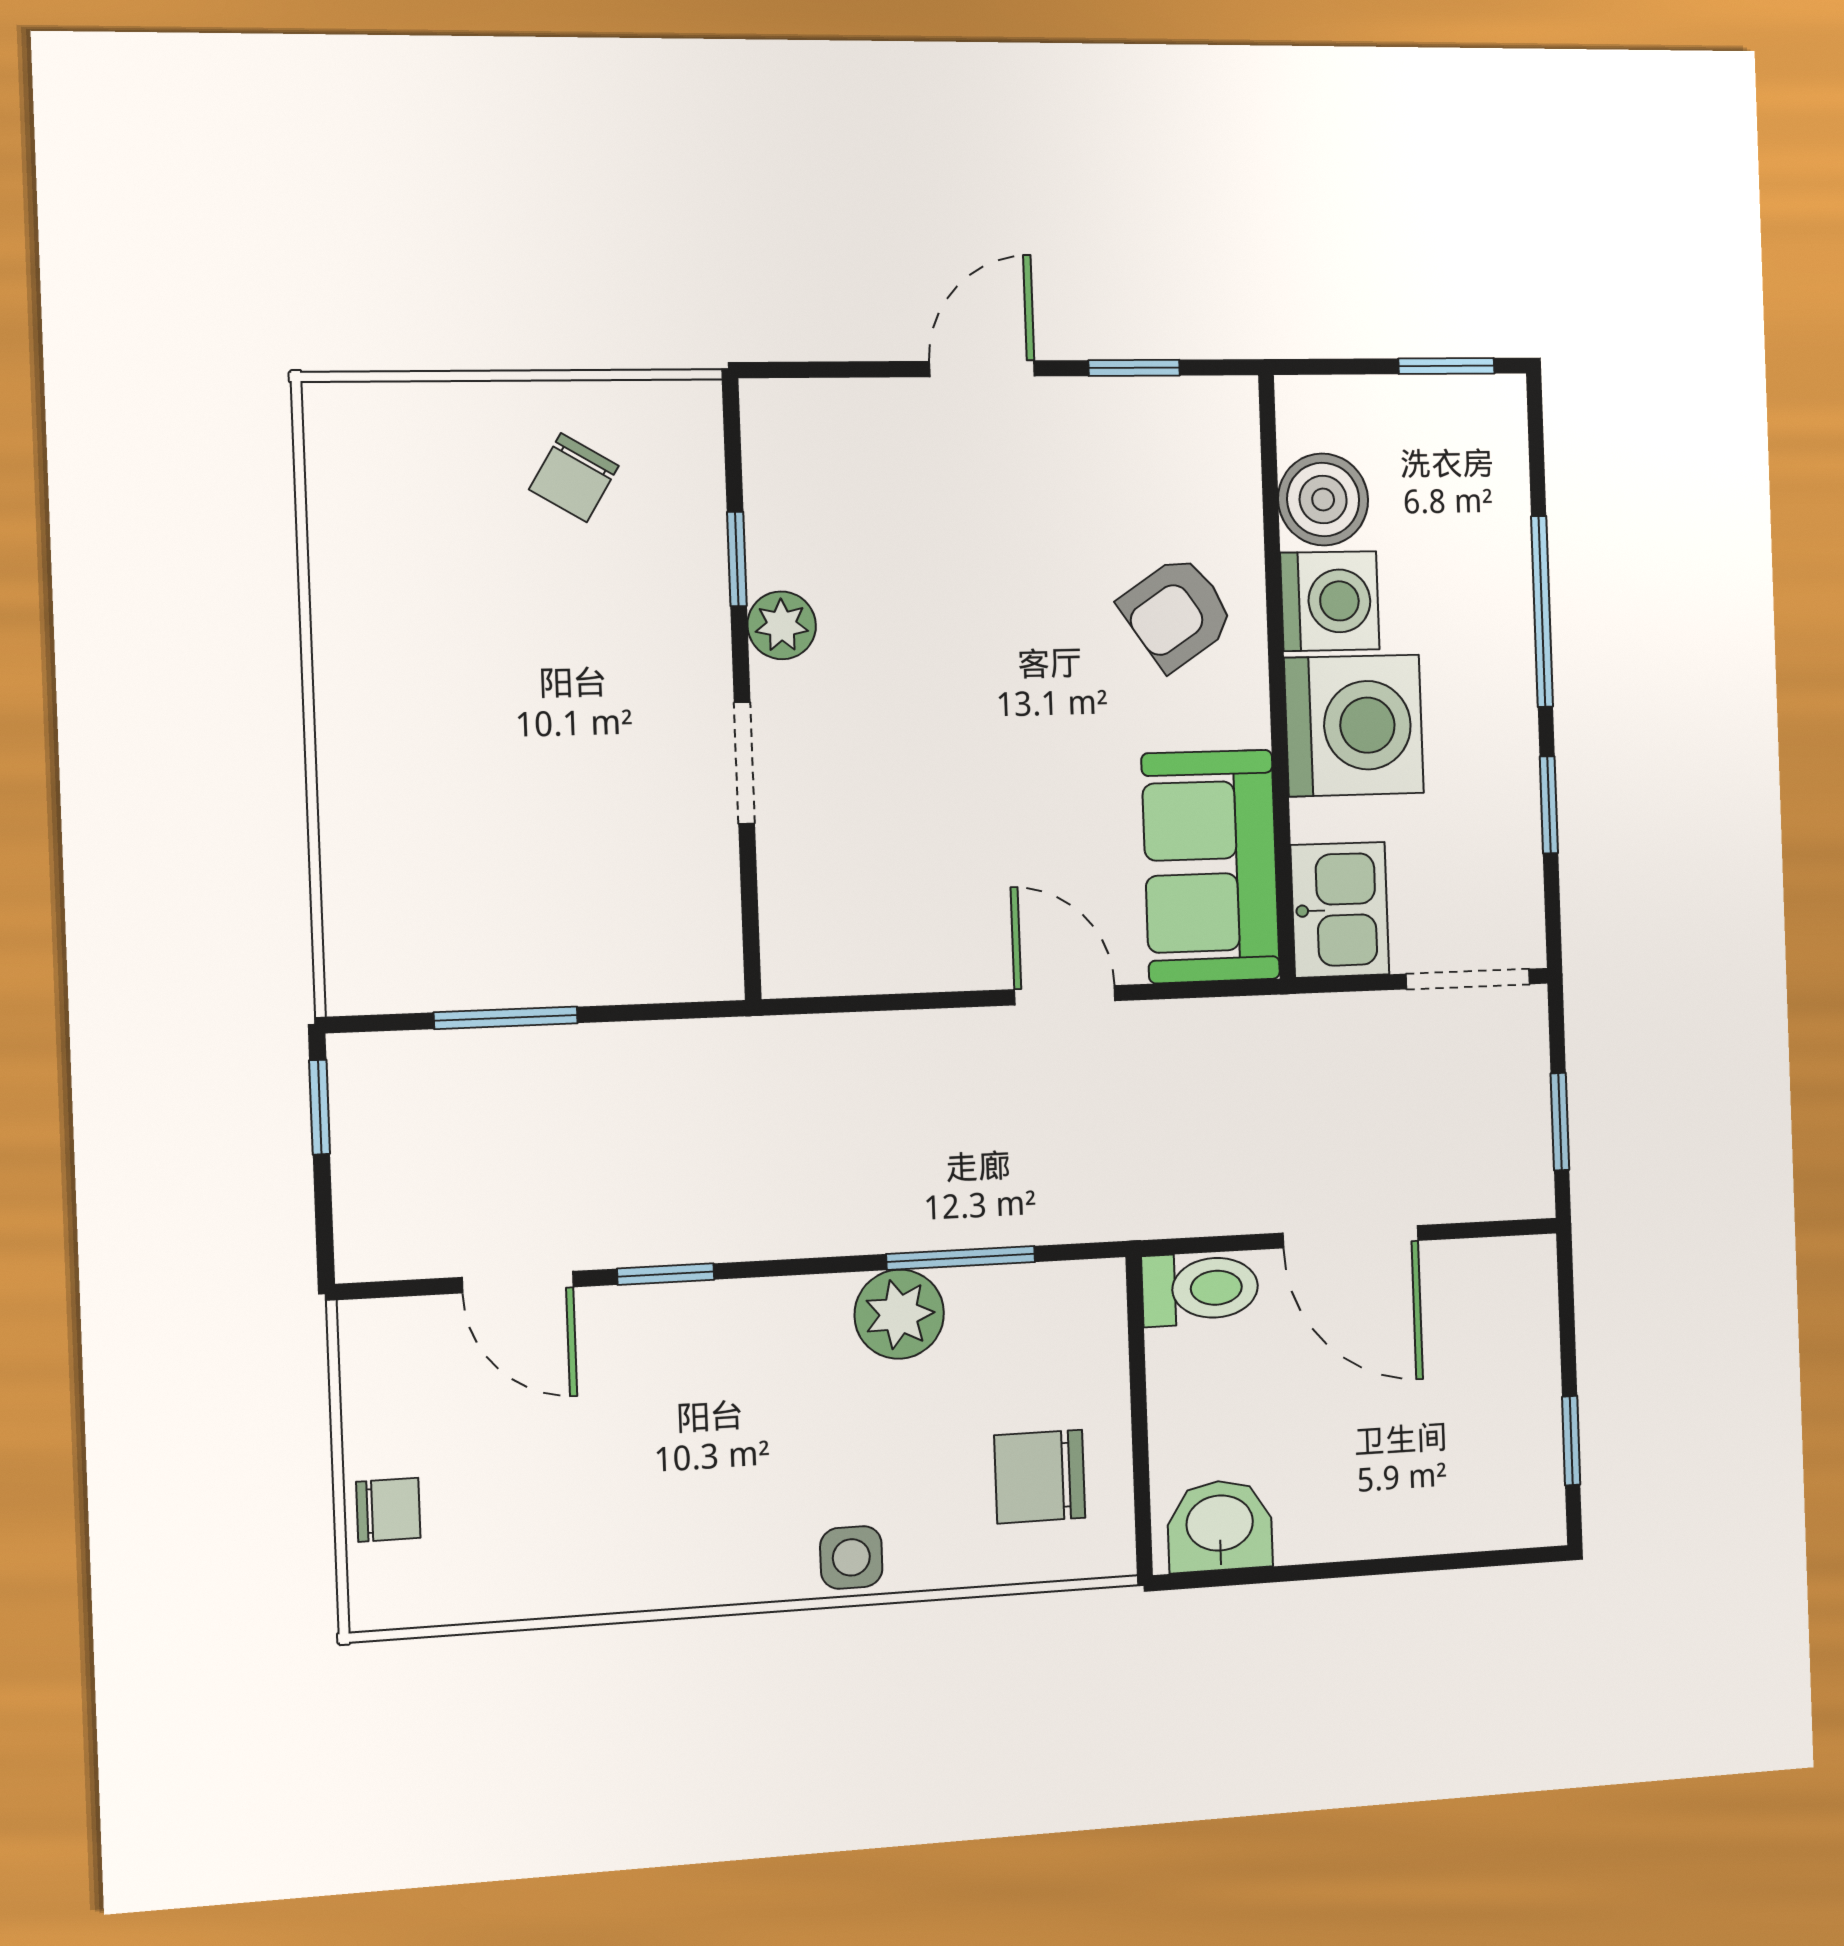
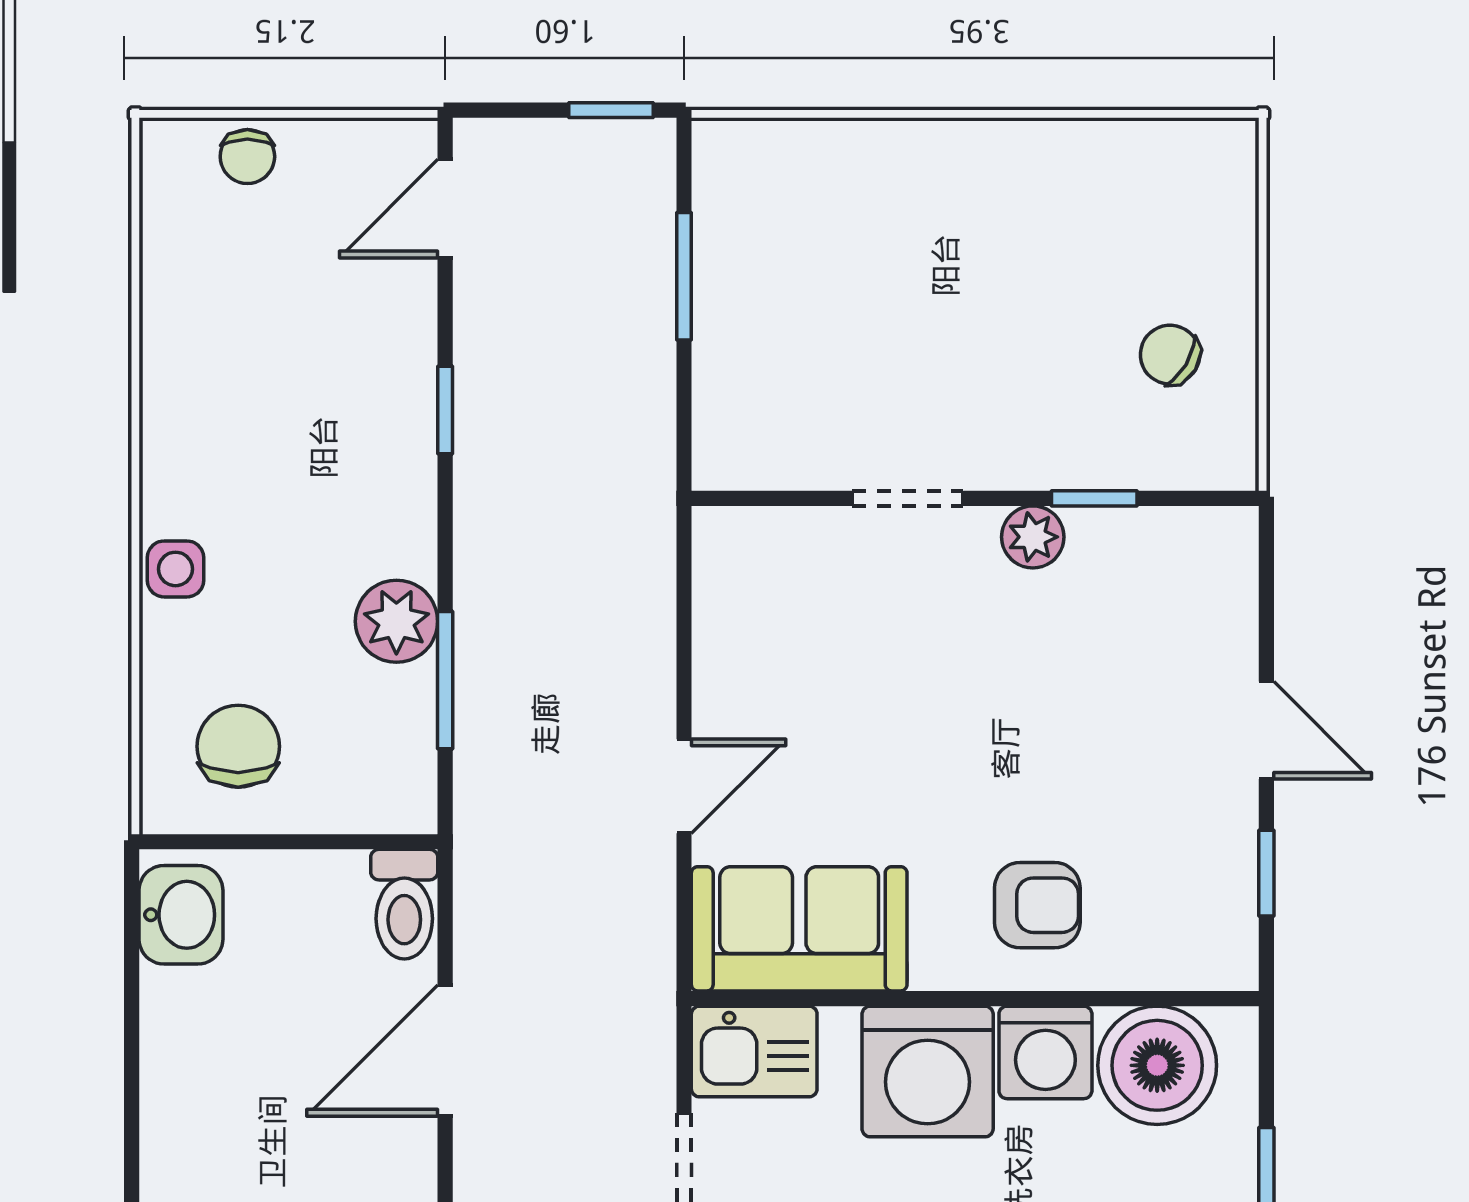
boiler: (1323, 500) -> (1157, 1065), width x1.37, depth x1.37
armchair: (1177, 613) -> (1037, 905), turned 124
door: (518, 1282) -> (445, 209), moved

